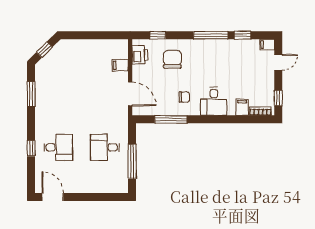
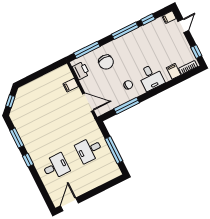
window: (158, 35) -> (87, 50), width x2.17
chair: (172, 59) -> (106, 62), turned 180
window: (31, 148) -> (28, 160), moved
door: (53, 197) -> (69, 204), hinge flipped

